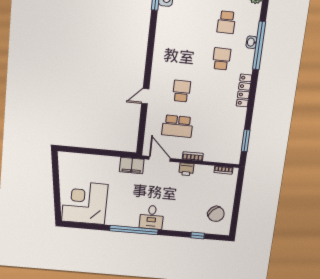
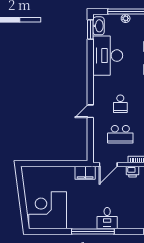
desk: (173, 32) -> (108, 56), added
school desk: (181, 91) -> (120, 104), turned 180
door: (160, 159) -> (108, 165), swing flipped

